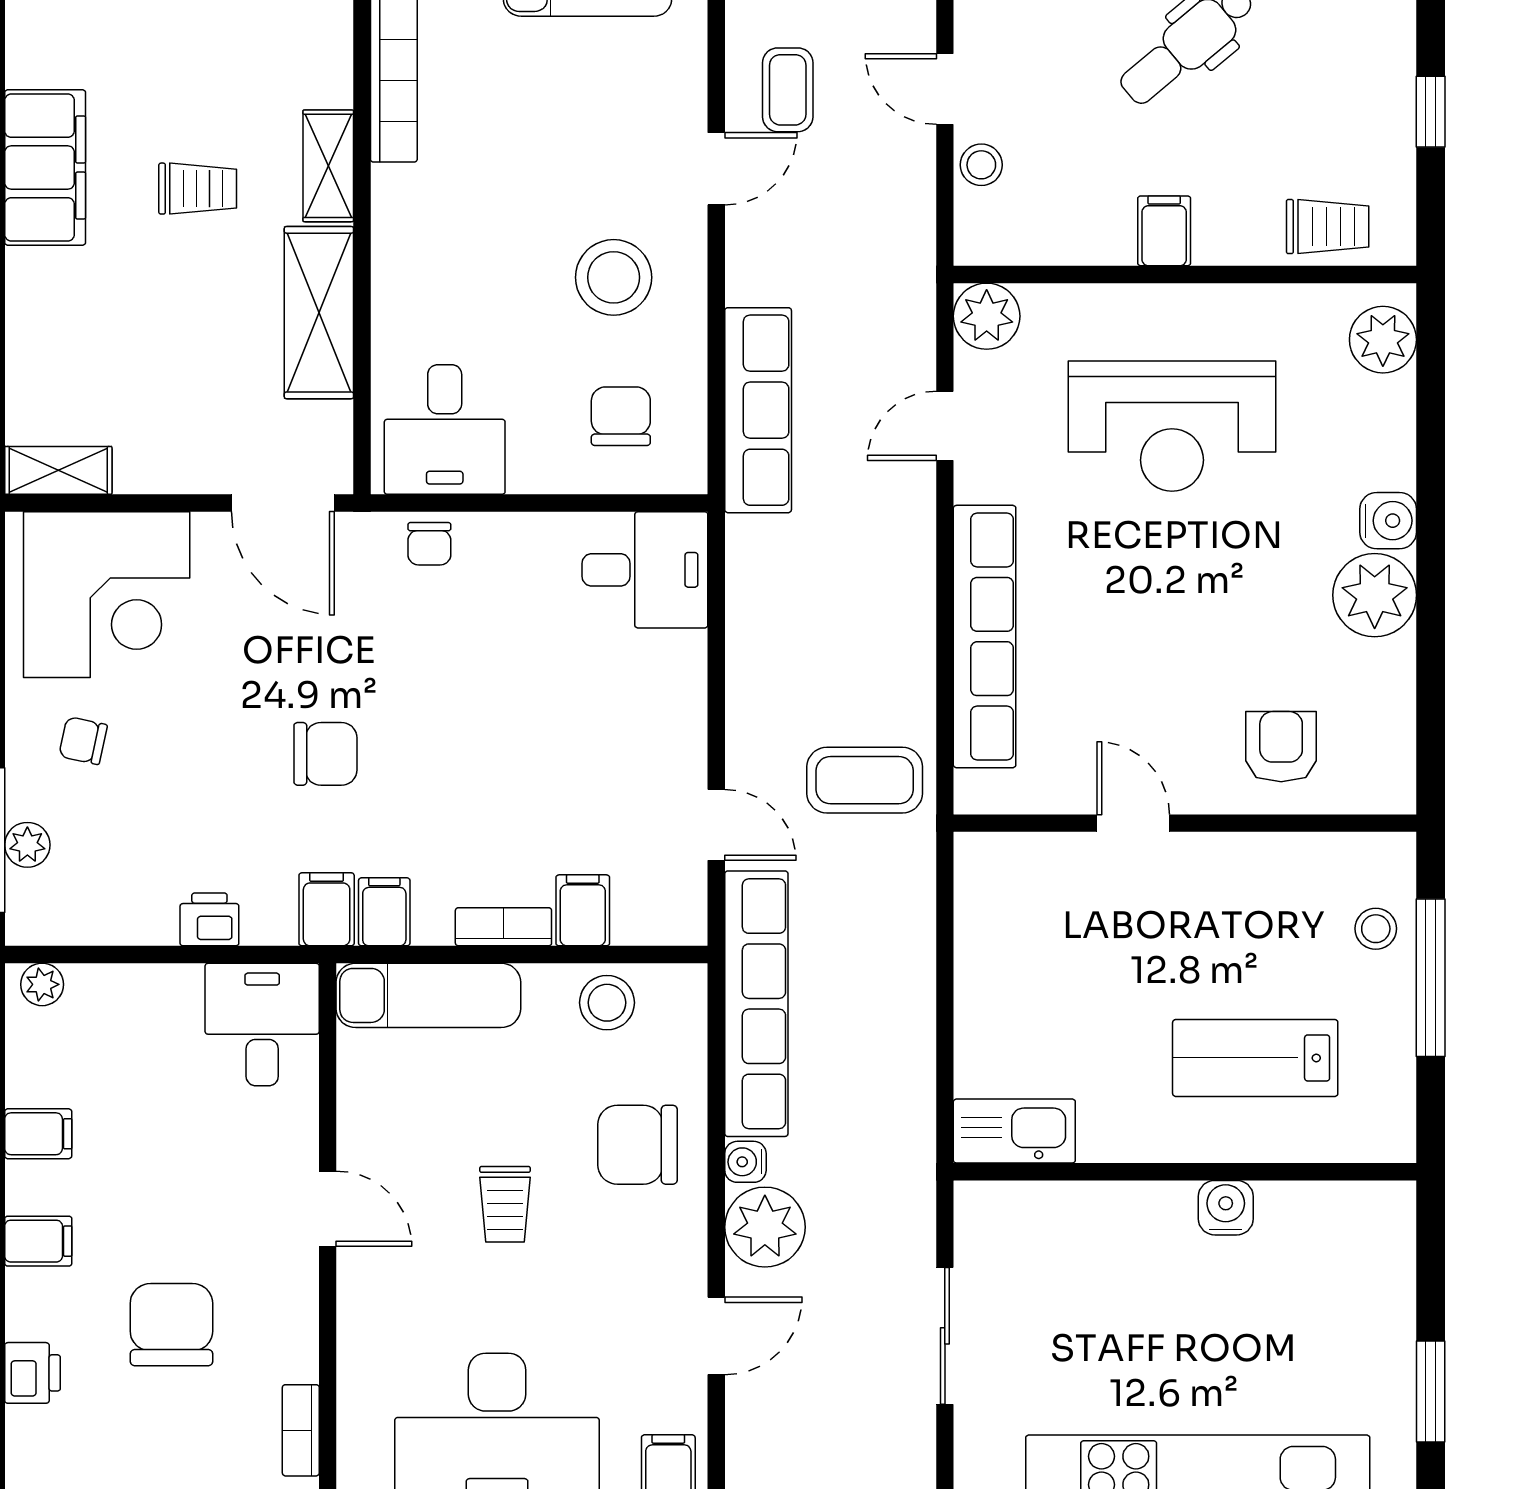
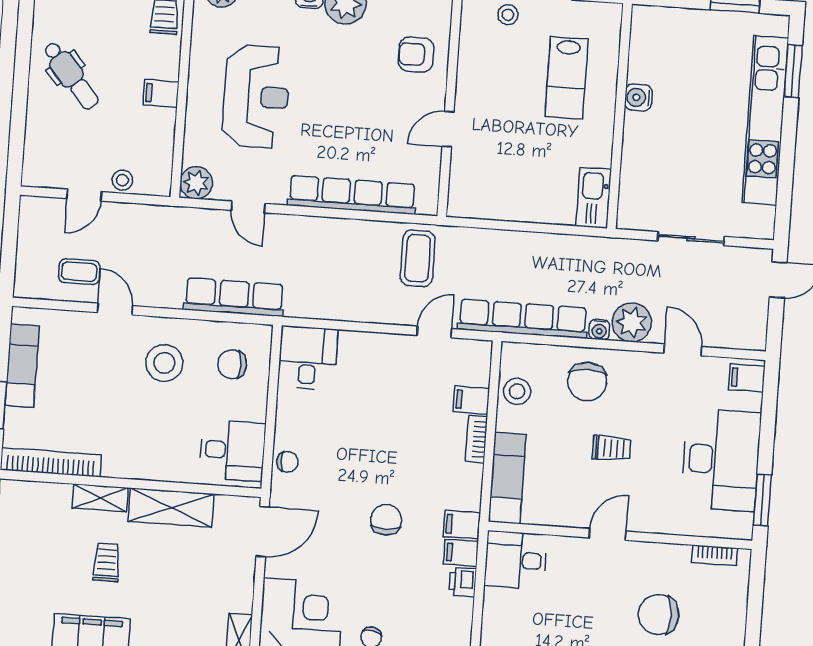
filing cabinet: (384, 912) -> (461, 553), moved

